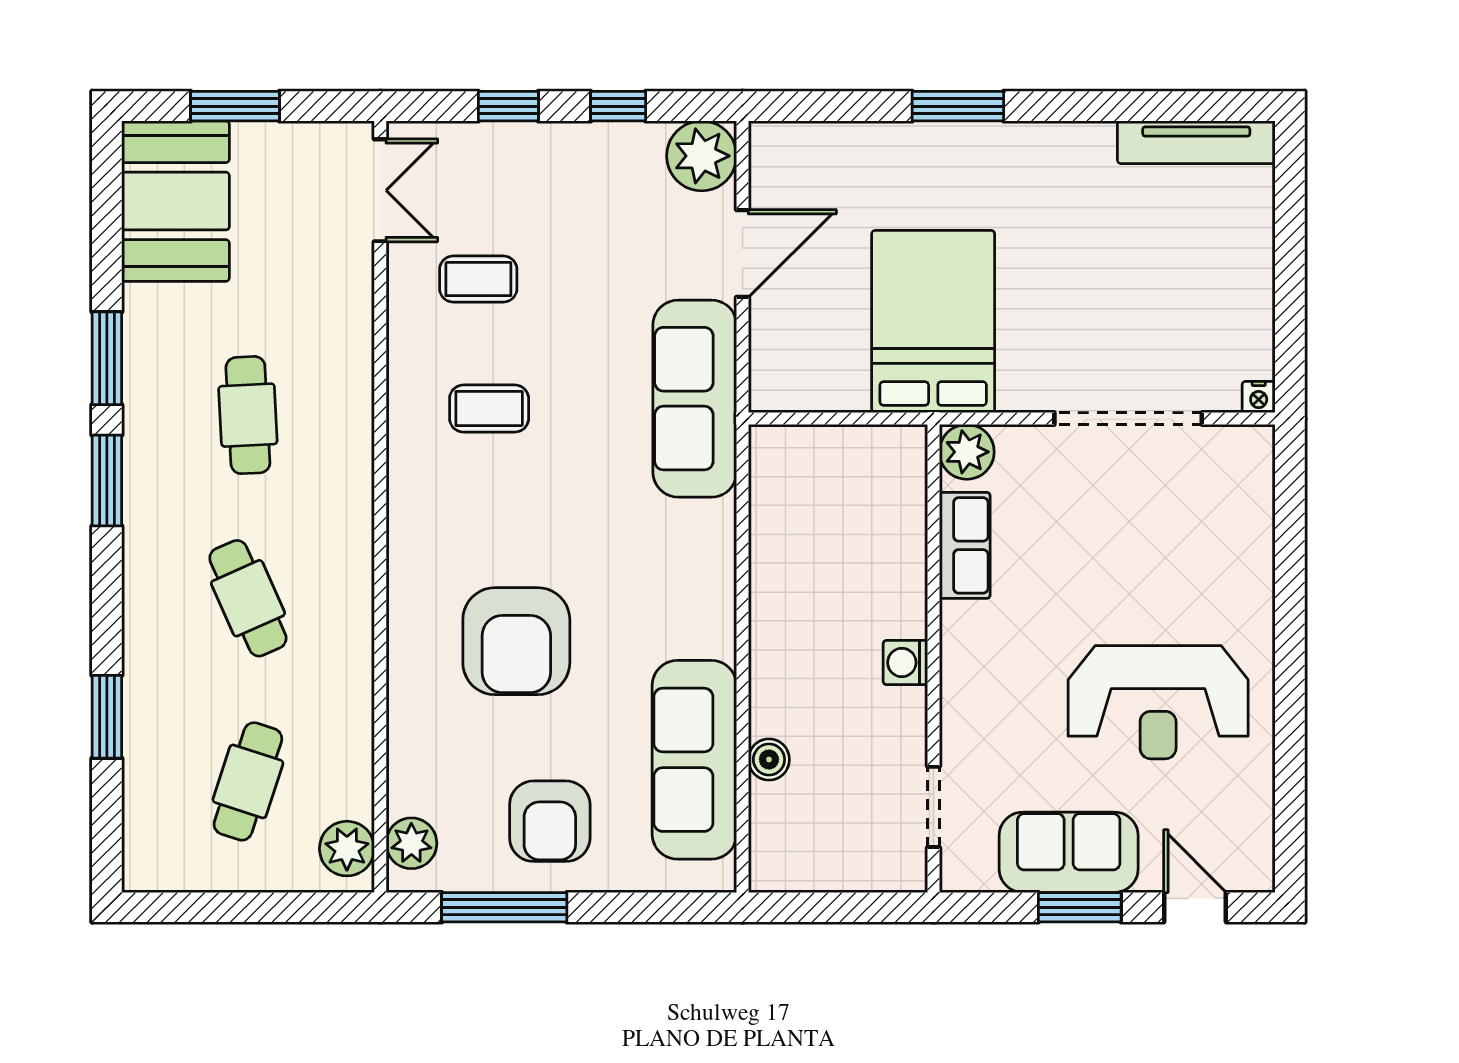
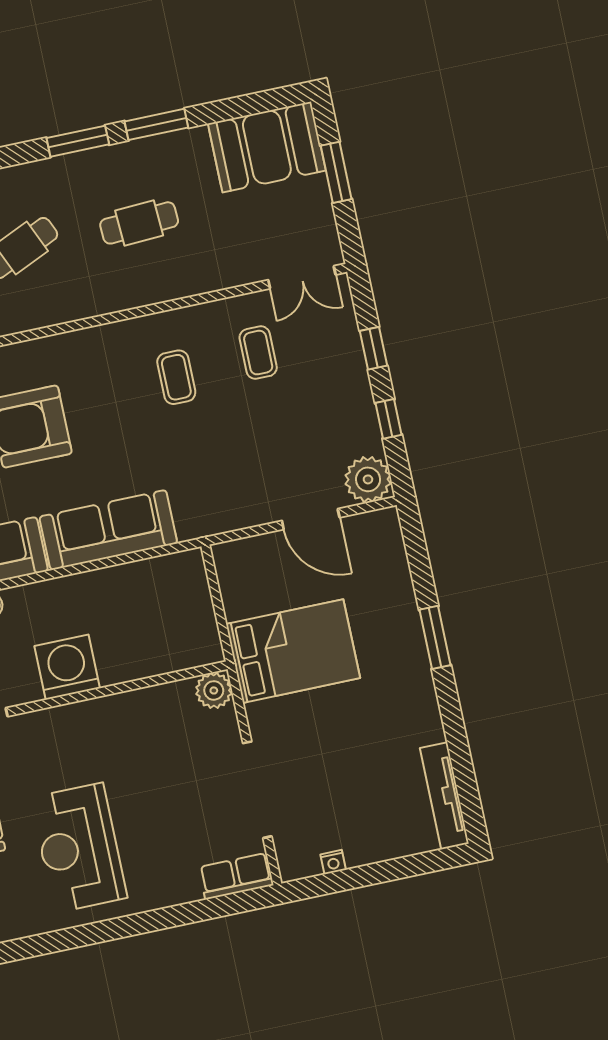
nightstand: (1259, 397) -> (333, 862), moved, turned -90
sofa: (695, 399) -> (108, 530), moved
row of seats: (965, 545) -> (236, 876), moved, turned 180
washing machine: (905, 663) -> (67, 667), width x1.89, depth x1.89

